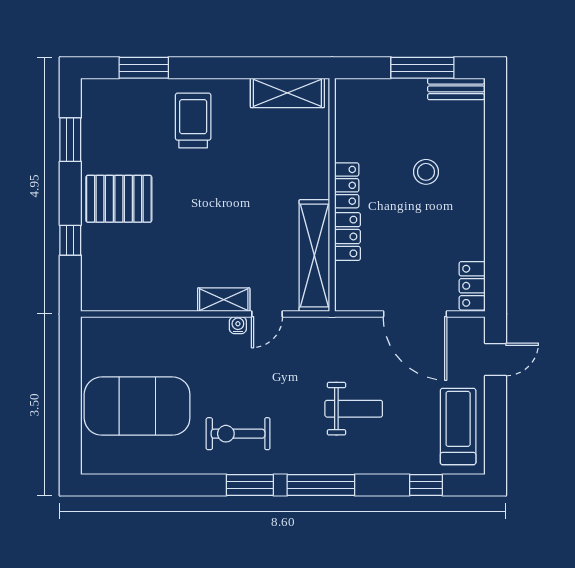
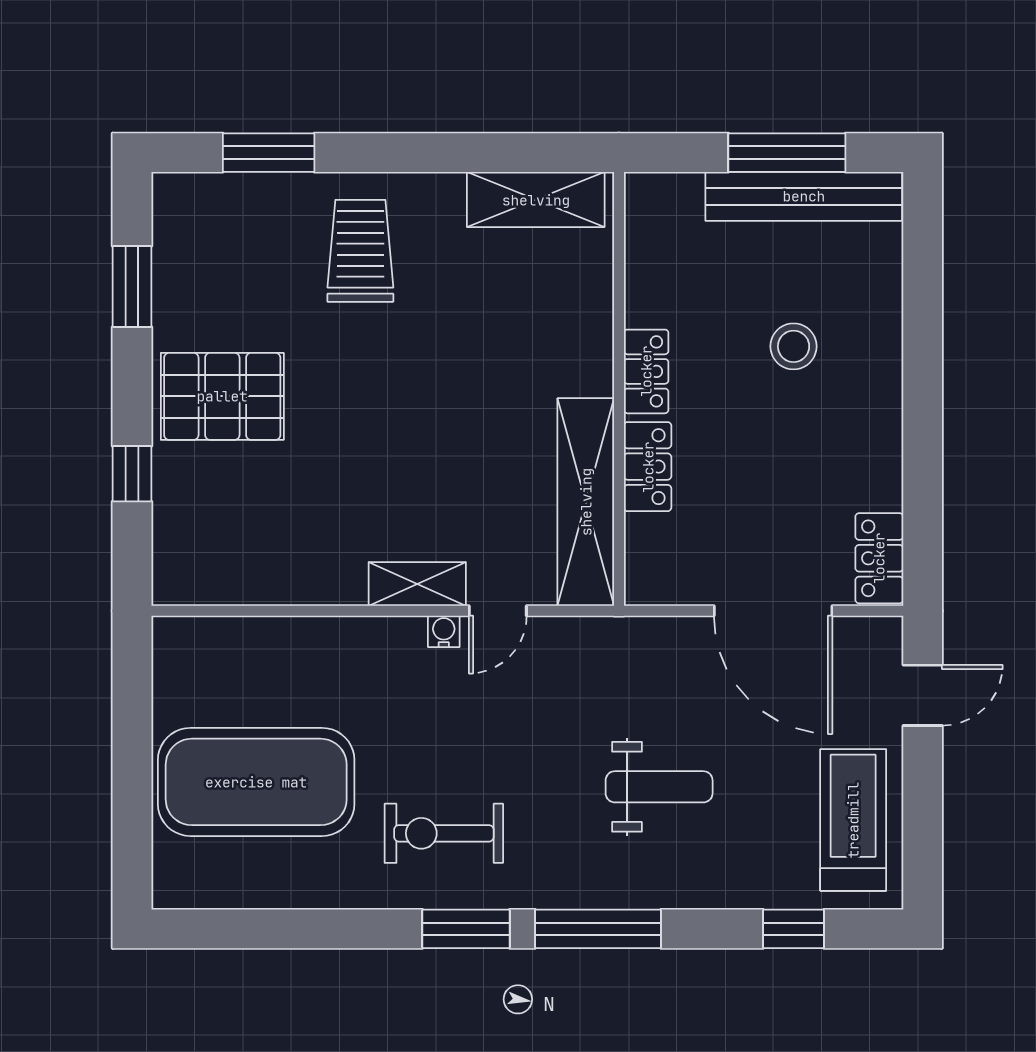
bench: (456, 89) -> (804, 196), width x1.86, depth x1.21

